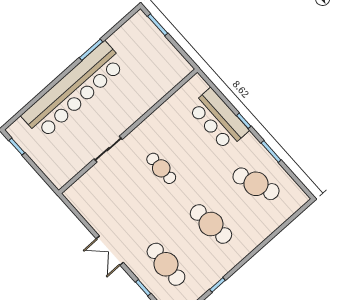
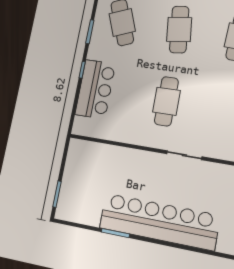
cafe table: (161, 168) -> (166, 101), width x1.37, depth x1.35

